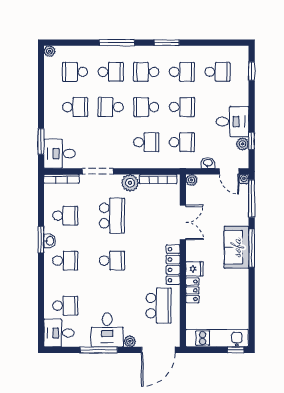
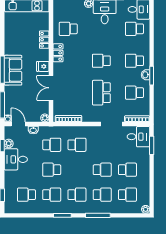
school desk: (111, 72) -> (102, 195), turned 180
school desk: (182, 72) -> (52, 195), turned 180
school desk: (75, 107) -> (127, 170), turned 180
school desk: (146, 107) -> (77, 170), removed
school desk: (146, 142) -> (77, 145), turned 180
school desk: (182, 142) -> (52, 145), turned 180
plant: (130, 183) -> (88, 116), removed
locker: (173, 265) -> (58, 53), width x0.66
fridge: (194, 269) -> (43, 66), moved
school desk: (159, 306) -> (68, 29), width x0.54

